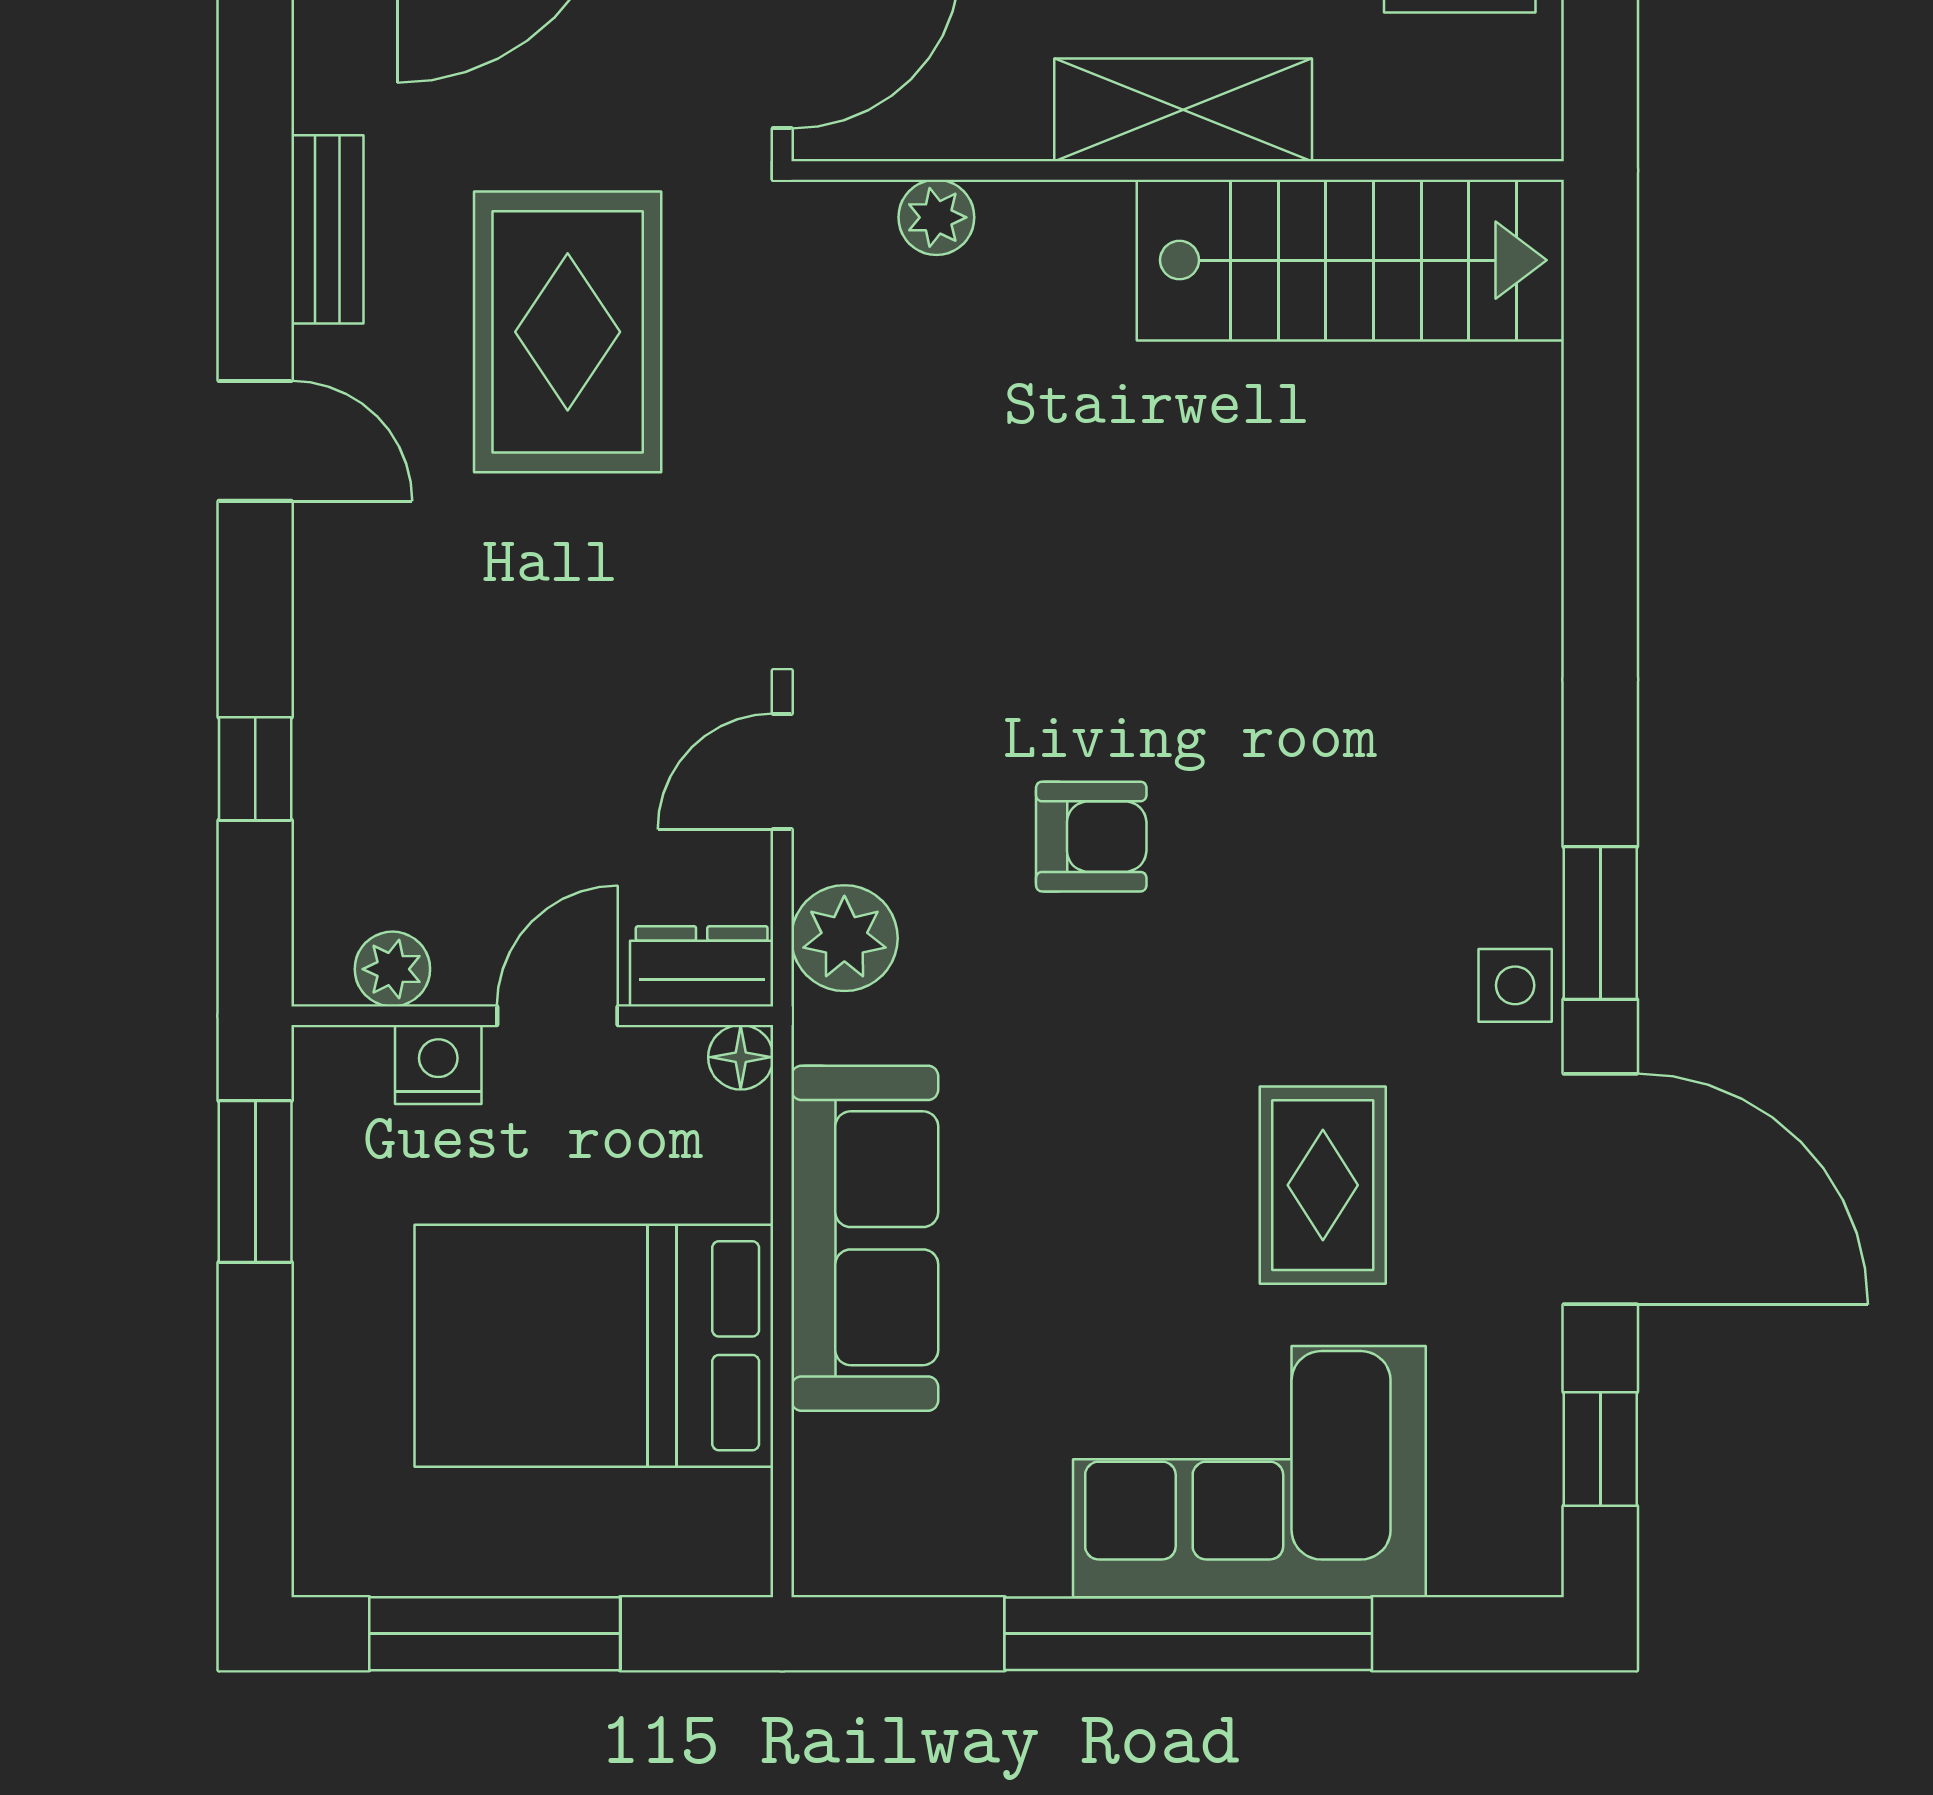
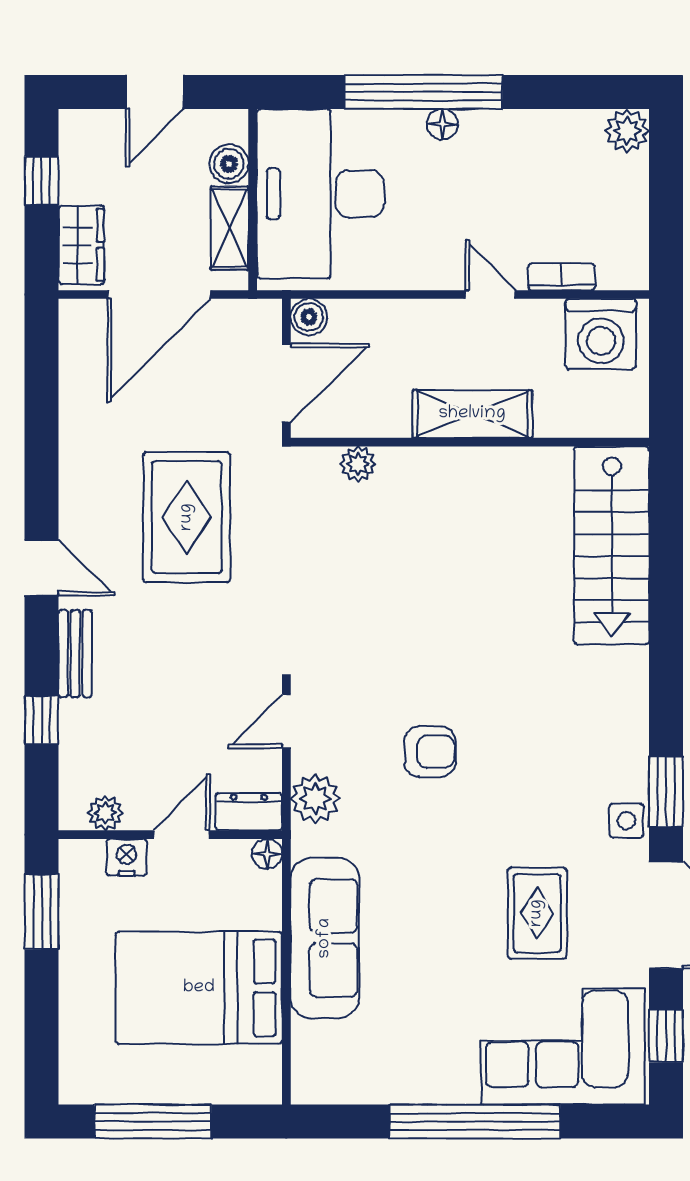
bench: (327, 229) -> (75, 654), moved
stairs: (1350, 260) -> (612, 546), moved, turned 90
corner sofa: (1249, 1472) -> (562, 1046), moved

